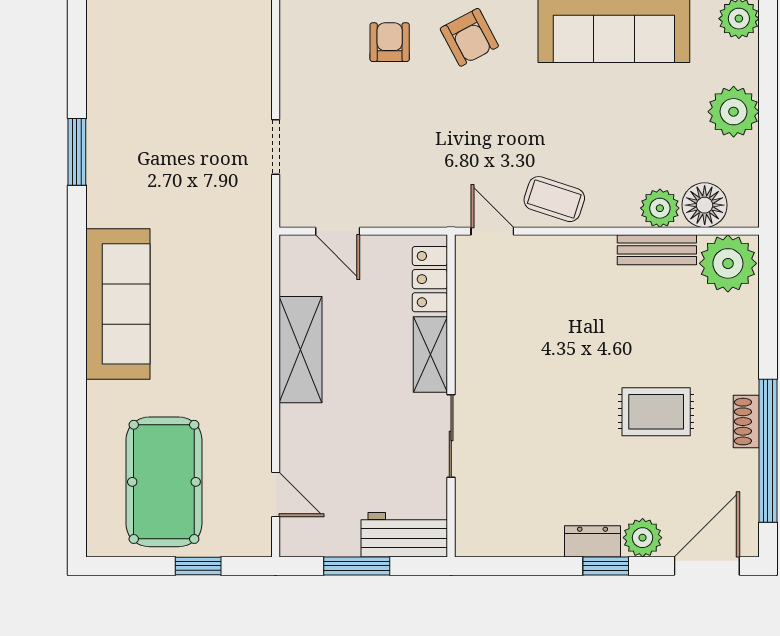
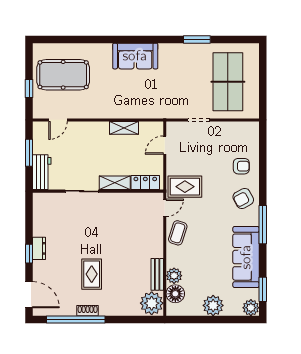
table tennis table: (181, 75) -> (228, 82), added
rug: (440, 181) -> (185, 187), added
sofa: (118, 304) -> (135, 56), width x0.73
shelving: (301, 350) -> (124, 128), width x0.67, depth x0.75
plant: (643, 538) -> (41, 269), removed

